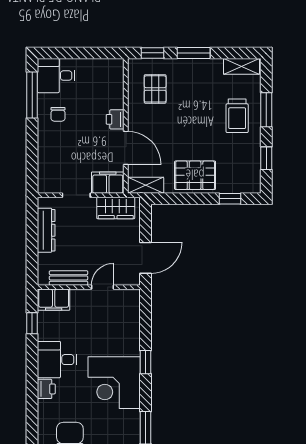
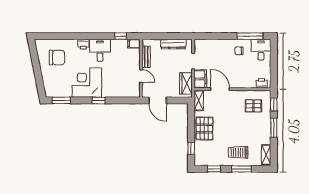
printer: (115, 119) -> (262, 83), moved
door: (126, 148) -> (220, 89), swing flipped
filing cabinet: (54, 300) -> (134, 44), width x0.50

